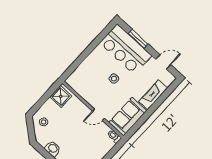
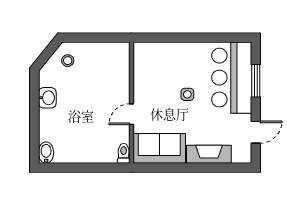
door: (163, 62) -> (256, 132), hinge flipped
shower: (61, 96) -> (113, 54), removed
door: (99, 115) -> (132, 114), hinge flipped

